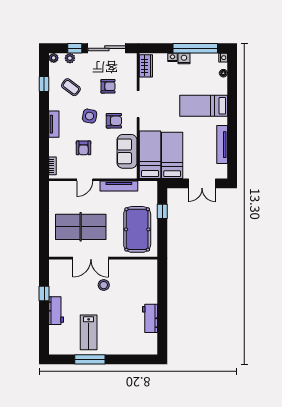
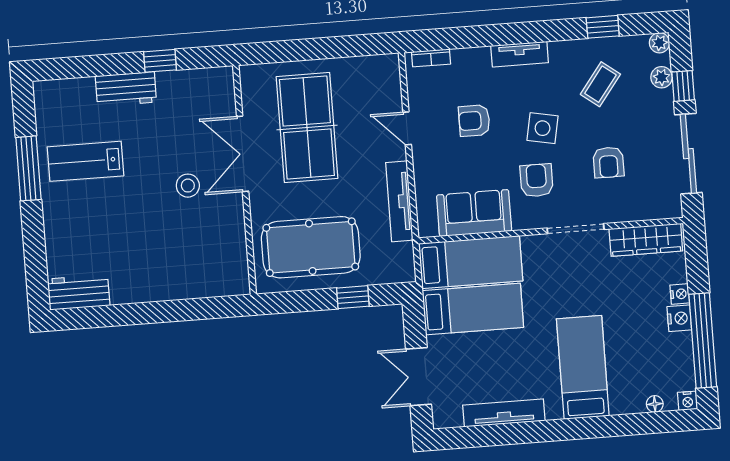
wardrobe: (146, 66) -> (646, 240), width x1.50
armchair: (114, 121) -> (537, 180), turned 180
workbench: (150, 318) -> (79, 292), moved

